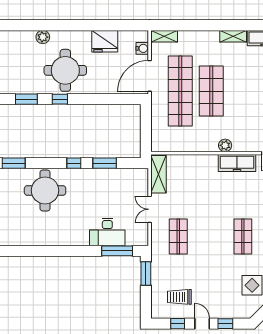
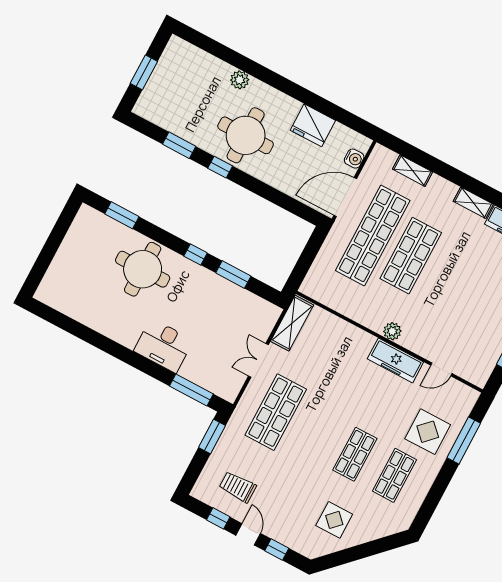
shelving: (164, 36) -> (412, 171), moved
desk: (107, 232) -> (164, 346), moved
shop shelf: (178, 236) -> (276, 412), width x1.43, depth x1.36

